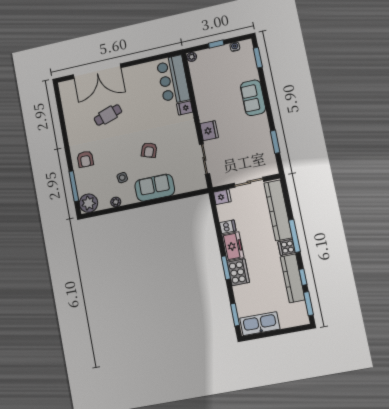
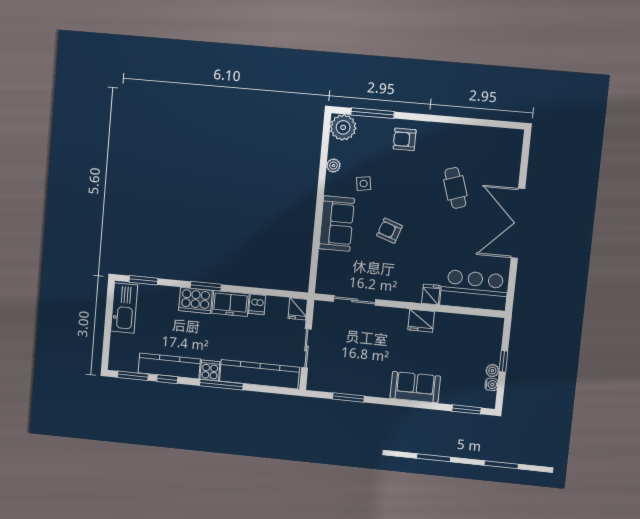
plant: (192, 57) -> (492, 371), moved
double door: (97, 71) -> (518, 223), moved
fridge: (209, 131) -> (421, 321), moved

